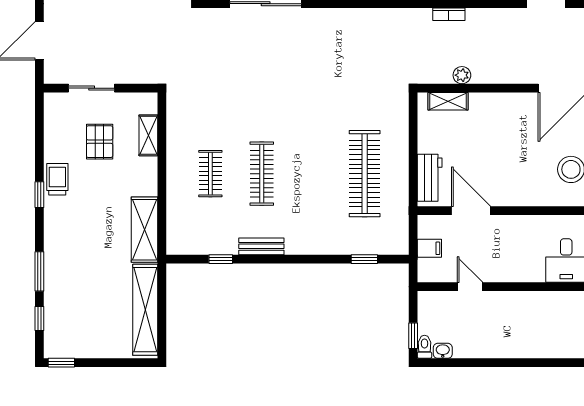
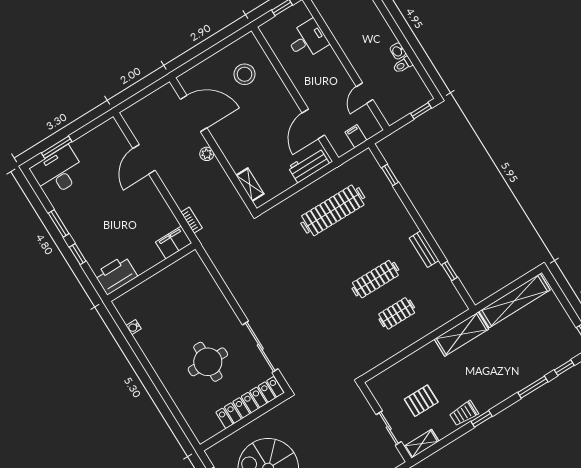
plant: (462, 75) -> (207, 154), moved
shelving: (148, 135) -> (422, 444), moved
toilet: (424, 347) -> (403, 65), moved
washbasin: (443, 351) -> (398, 51), moved

